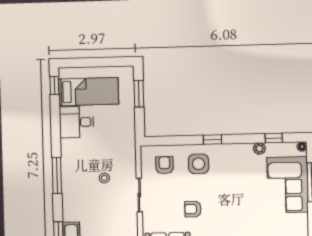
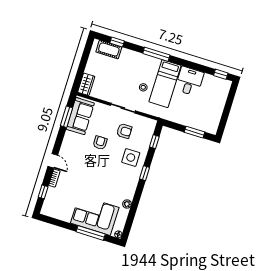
bed: (89, 92) -> (165, 84), moved
window: (274, 138) -> (154, 142), moved
armchair: (164, 165) -> (124, 131), moved

